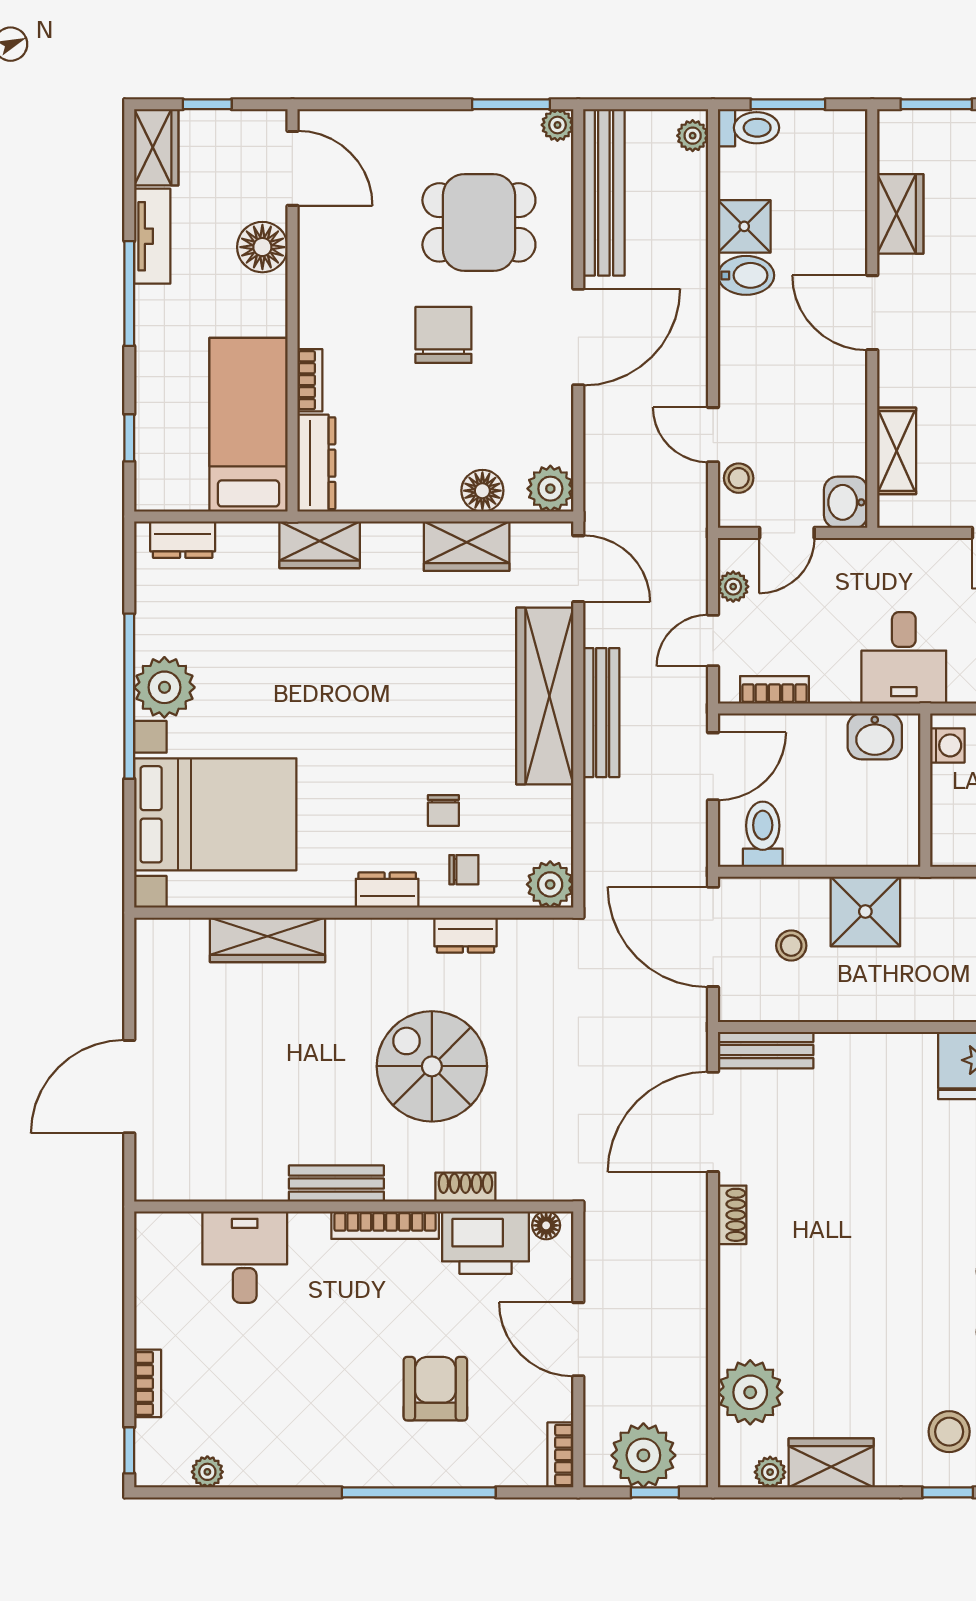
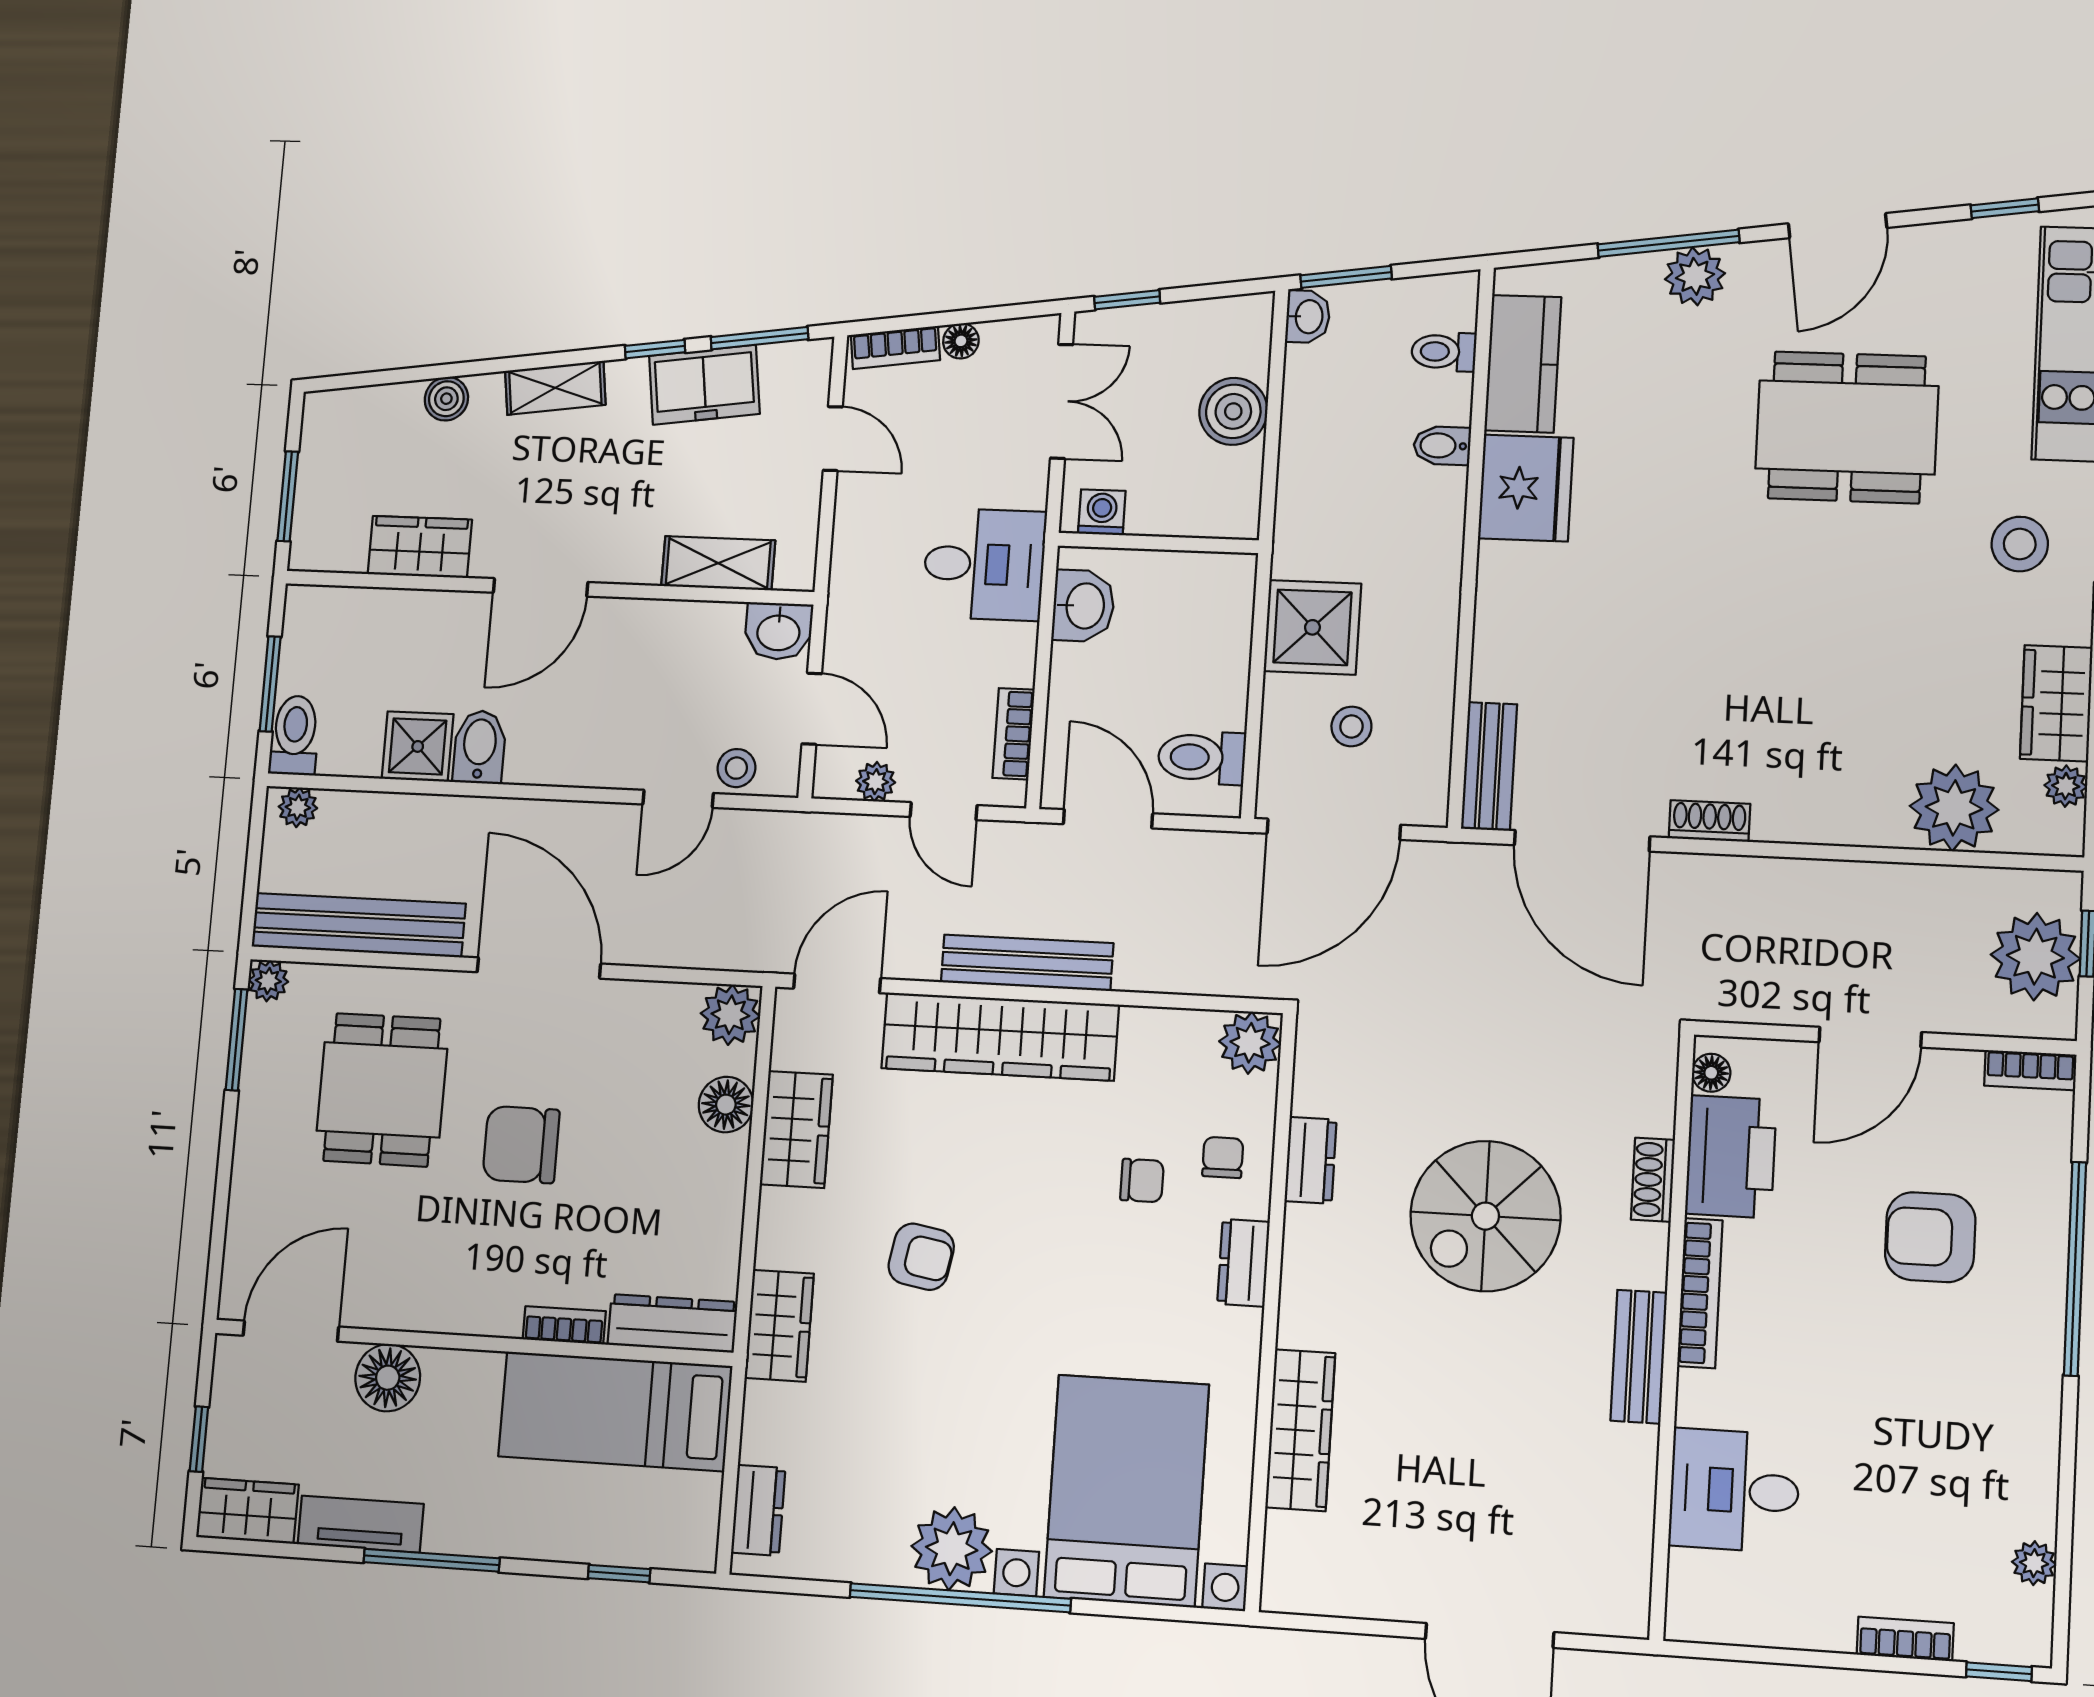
armchair: (377, 648) -> (921, 1257), added

